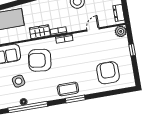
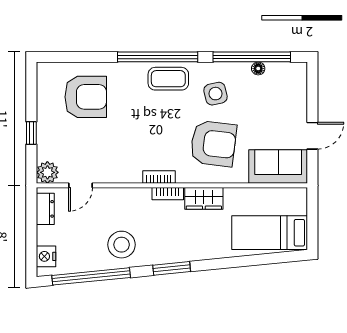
door: (93, 29) -> (81, 185), moved
armchair: (108, 73) -> (86, 97), turned -90
side table: (19, 81) -> (216, 94), moved
window: (75, 99) -> (158, 57), width x2.11

